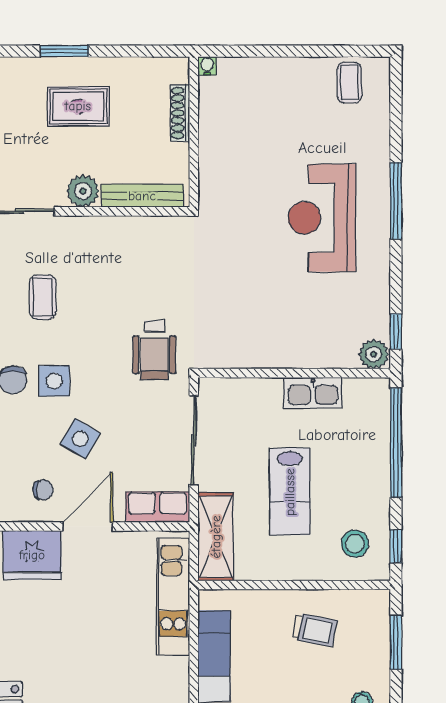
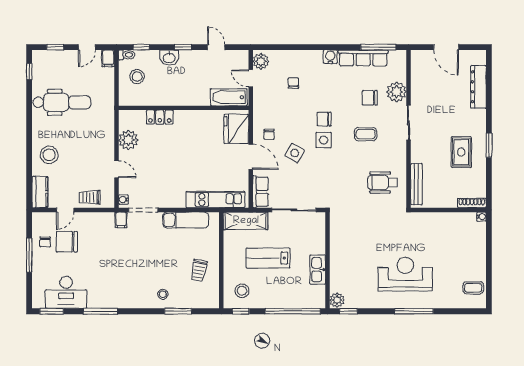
shoe rack: (180, 113) -> (472, 203), moved
plant: (83, 191) -> (419, 154), removed
wheelchair: (154, 350) -> (382, 183), moved
window: (396, 642) -> (178, 311), moved

